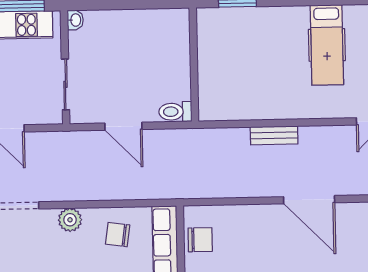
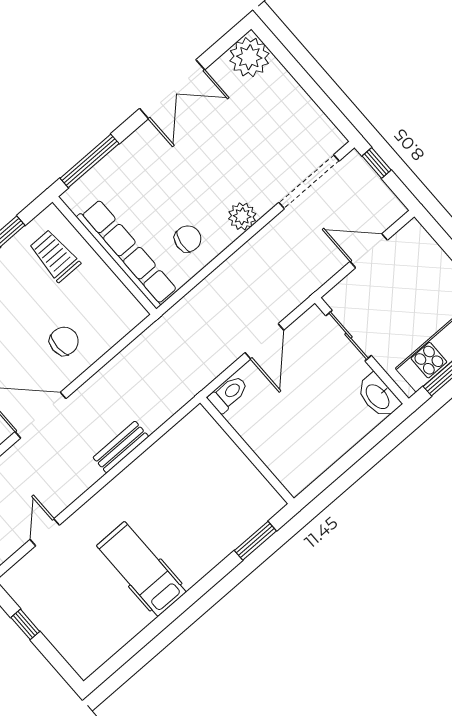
washbasin: (75, 20) -> (378, 396), width x1.91, depth x1.45
door: (123, 126) -> (264, 341), swing flipped
chair: (200, 240) -> (64, 341), moved, turned 180

